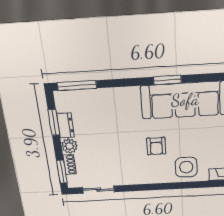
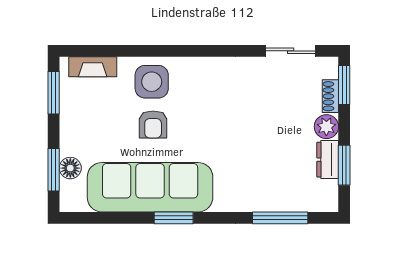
window: (77, 85) -> (280, 218), moved
armchair: (156, 146) -> (153, 124), moved, turned 180

